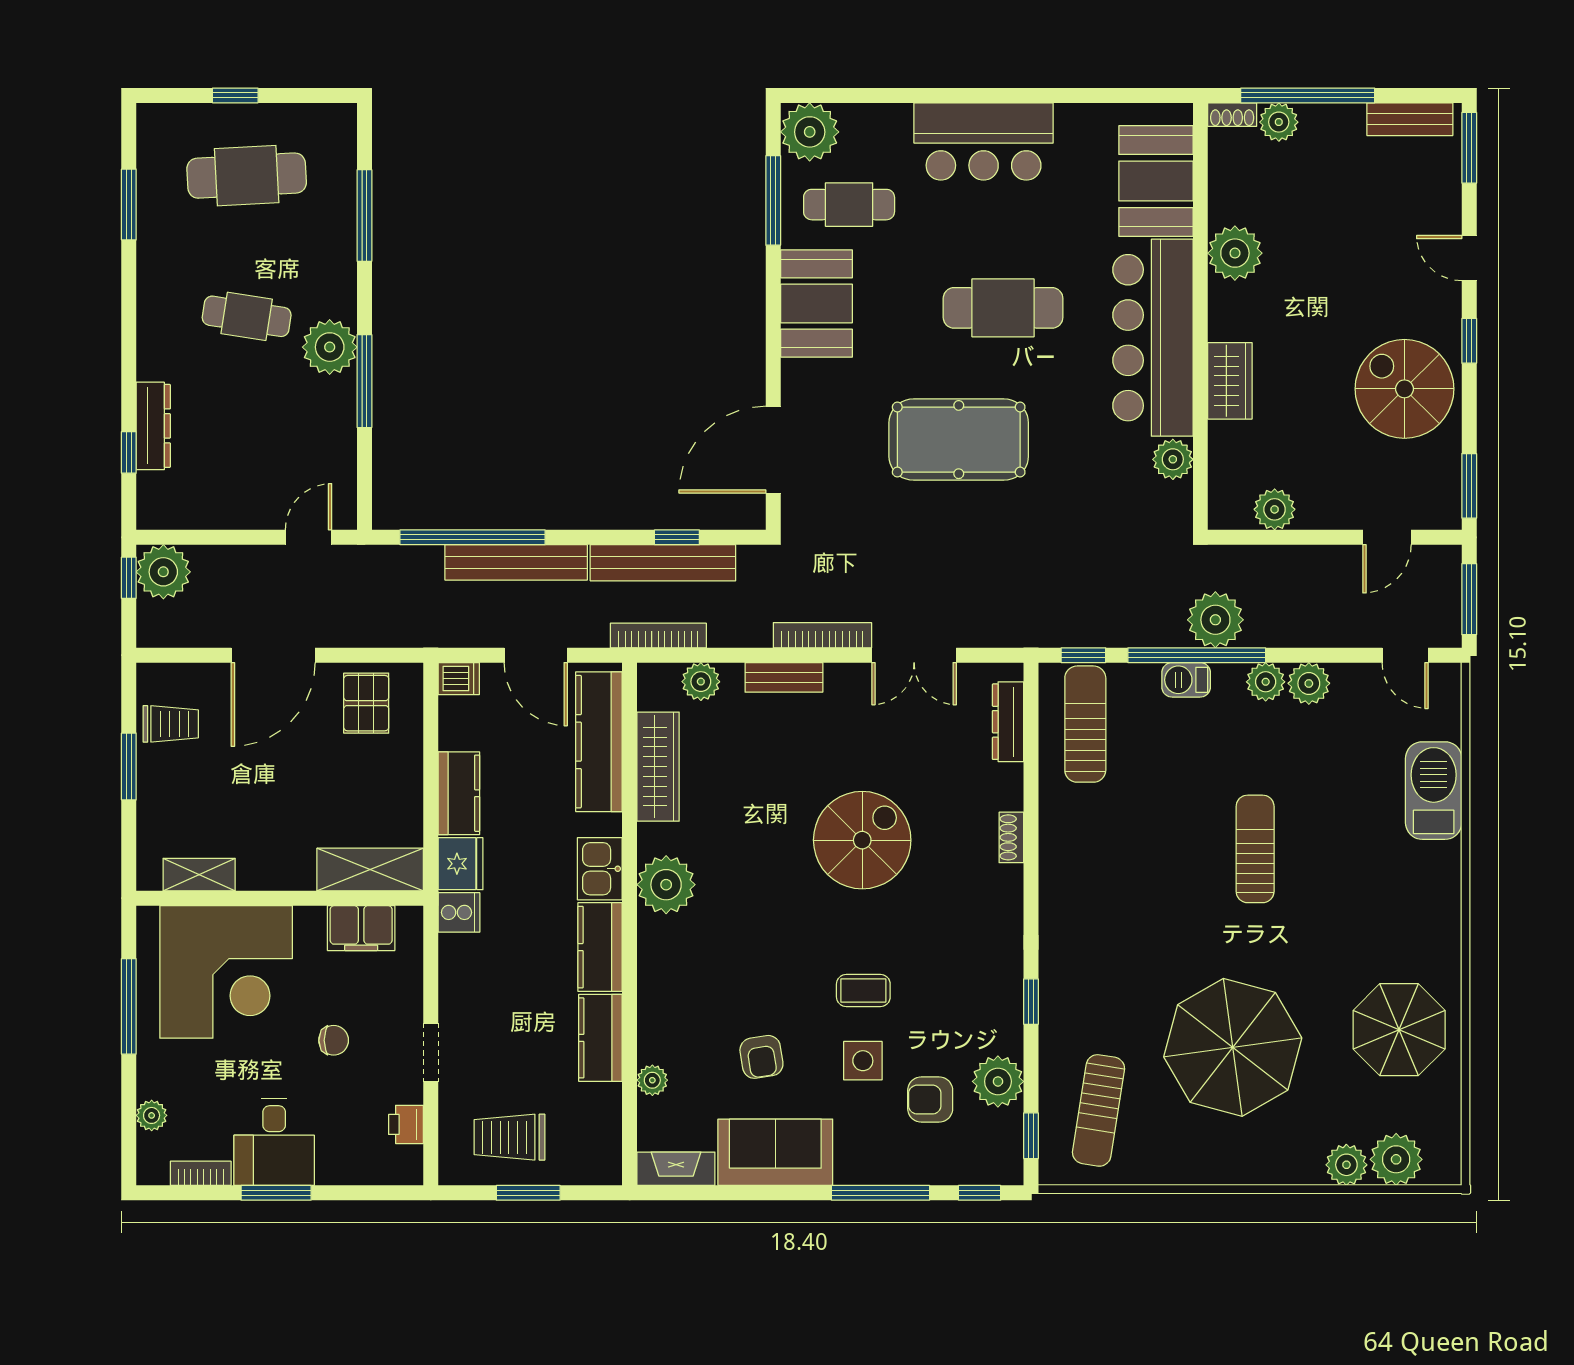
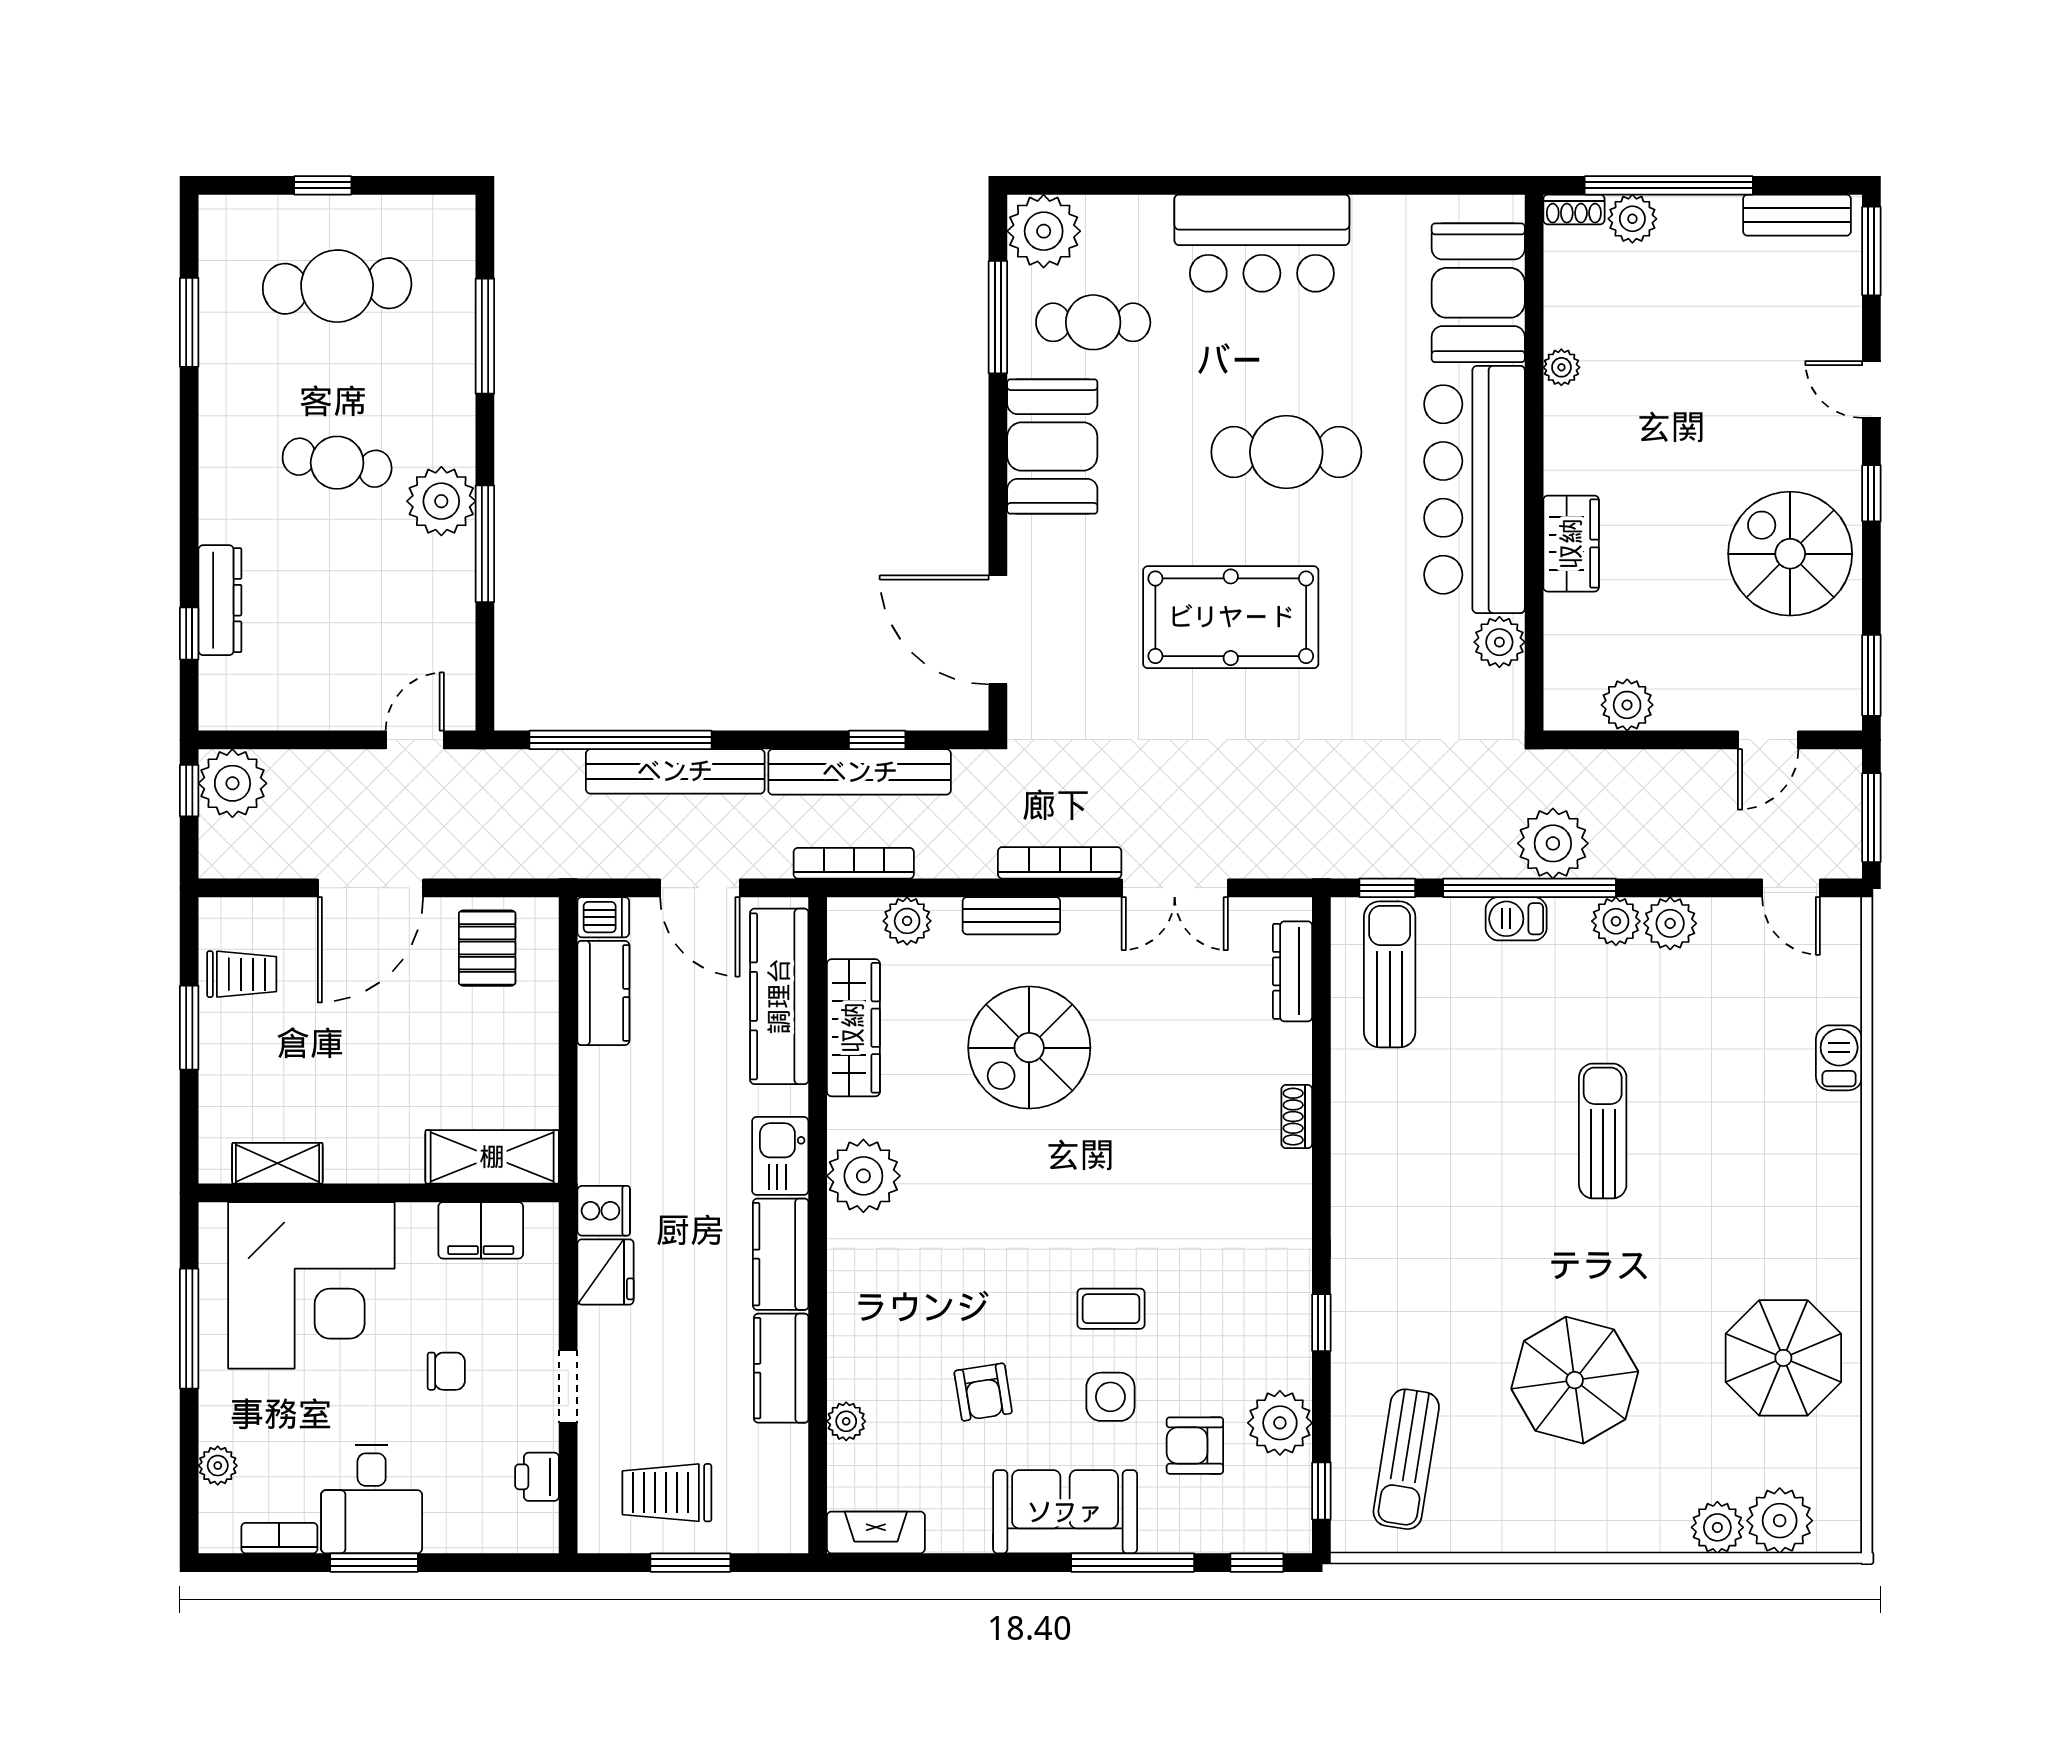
plant: (1235, 253) -> (1561, 367), width x0.53, depth x0.53
door: (773, 450) -> (998, 630), hinge flipped
barbecue: (1434, 791) -> (1839, 1058), width x0.53, depth x0.65
kitchen counter: (459, 793) -> (603, 993), moved
spiral stairs: (862, 840) -> (1029, 1048), moved, turned 180
fridge: (461, 864) -> (606, 1272), moved
parasol: (1233, 1047) -> (1575, 1380), width x0.73, depth x0.73
sofa: (775, 1152) -> (1065, 1512), moved

